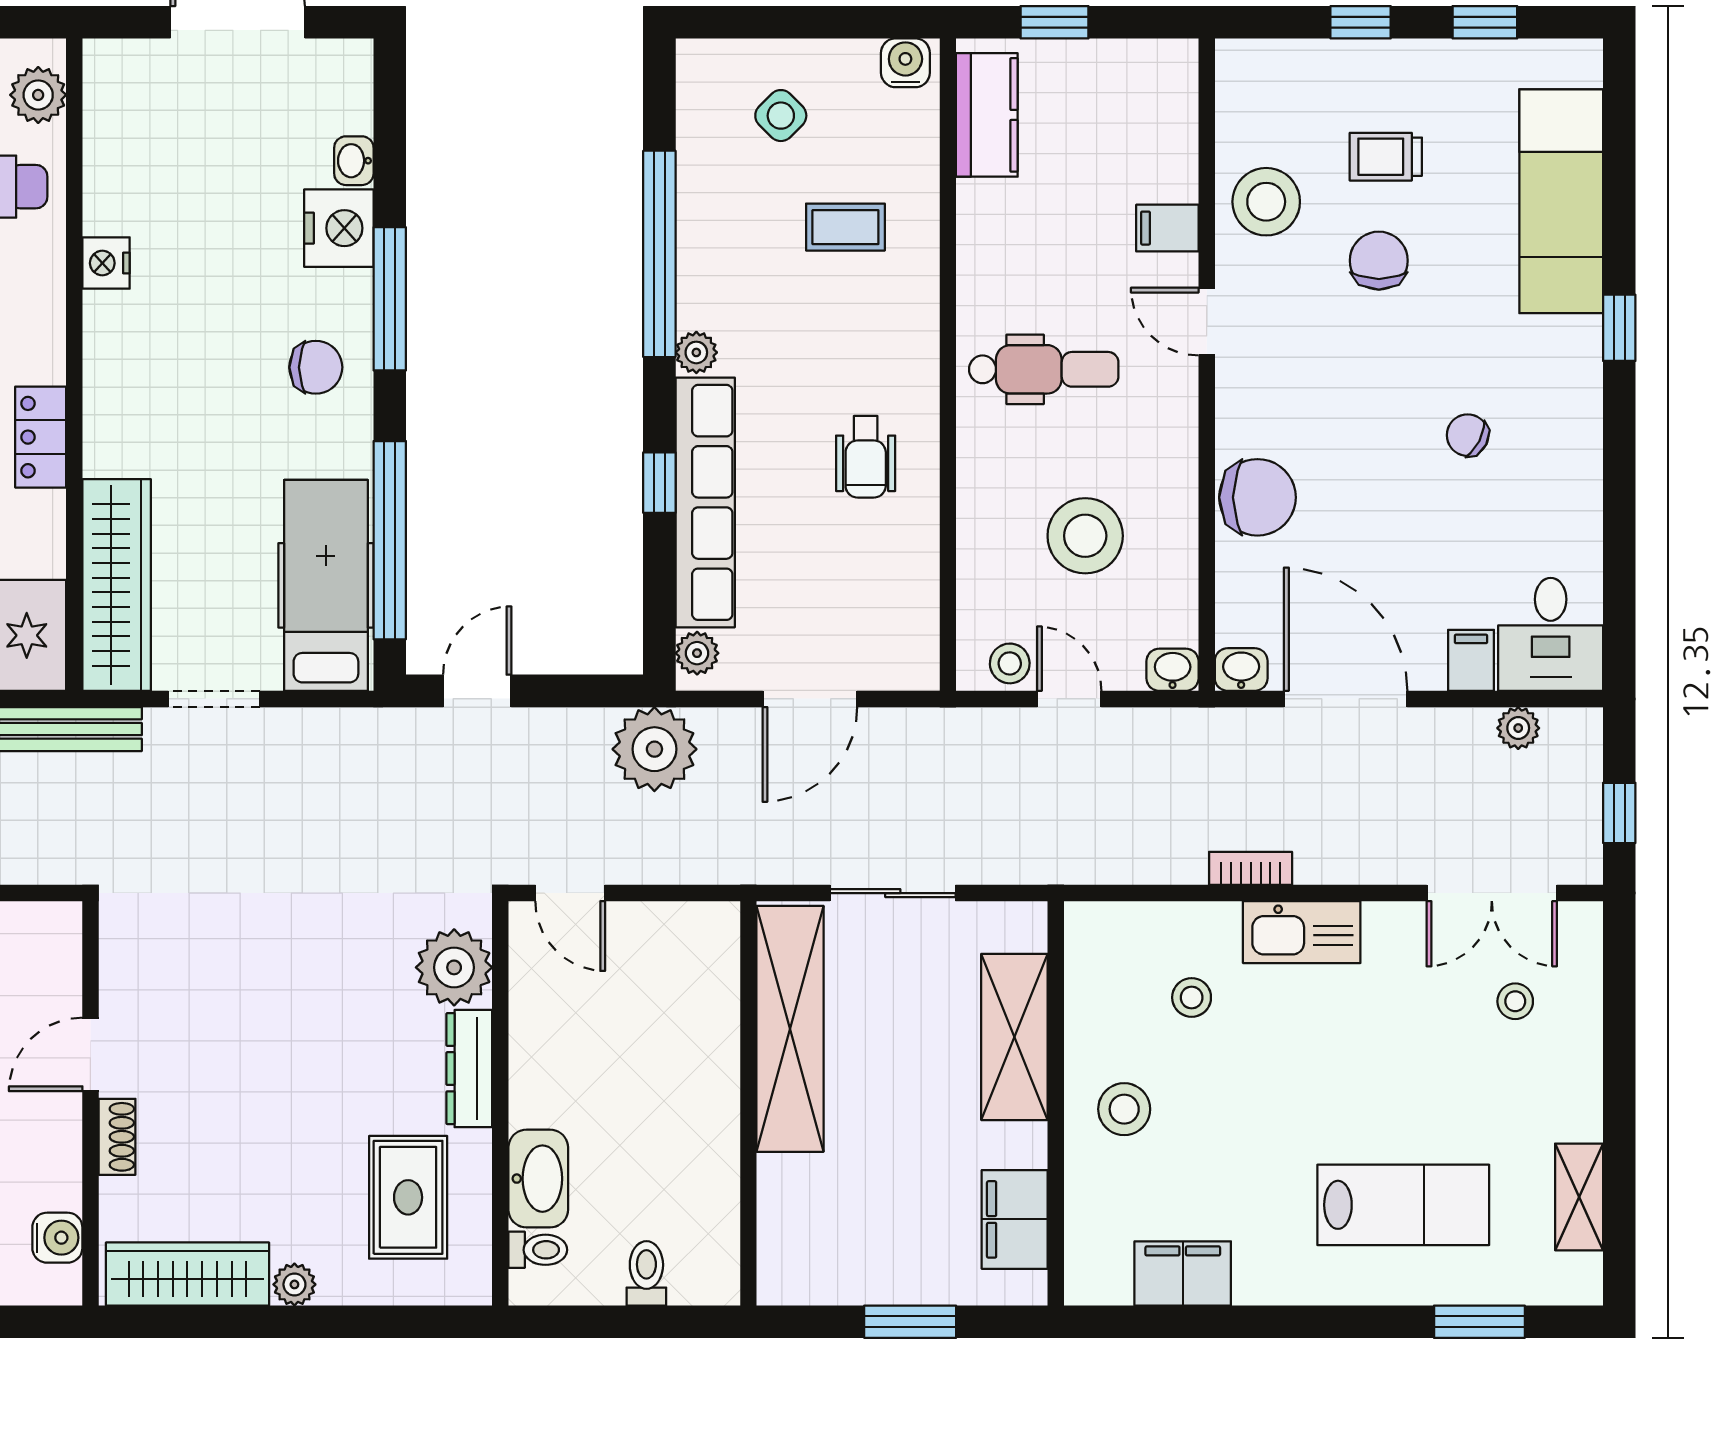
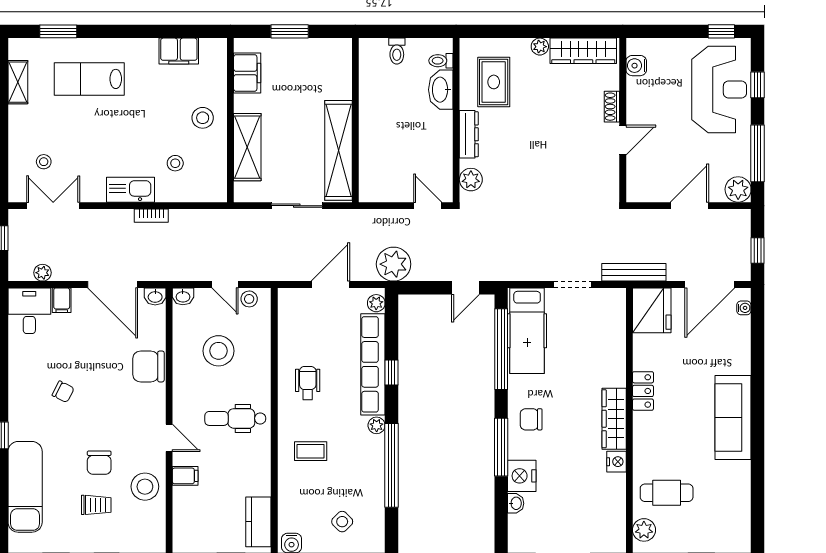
coffee table: (845, 227) -> (311, 451), moved
wardrobe: (117, 585) -> (614, 419), moved, width x0.71, depth x0.85
plant: (454, 967) -> (471, 180), width x0.73, depth x0.73

